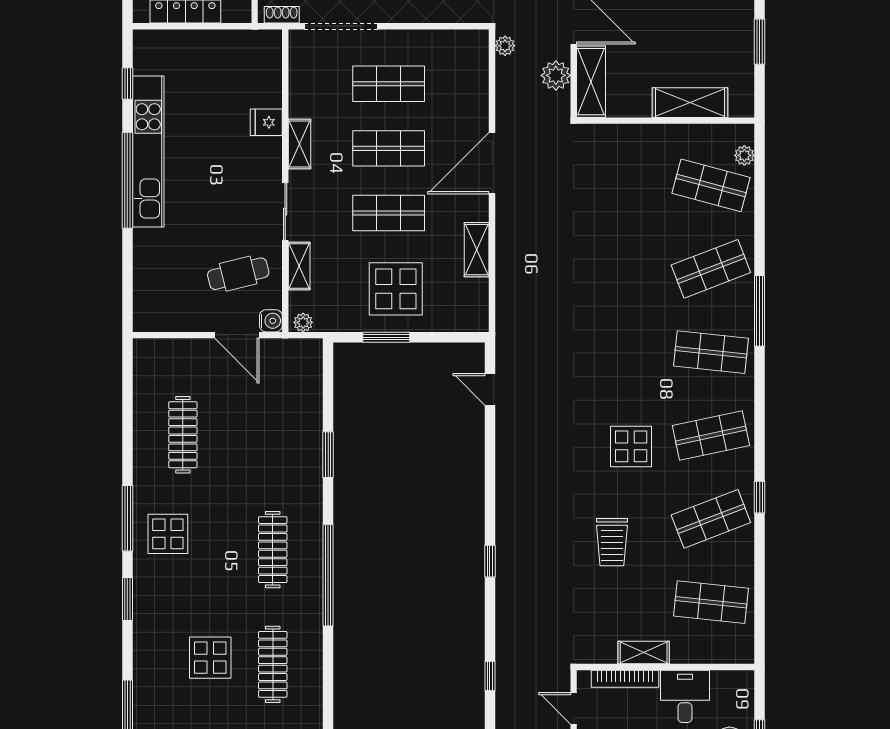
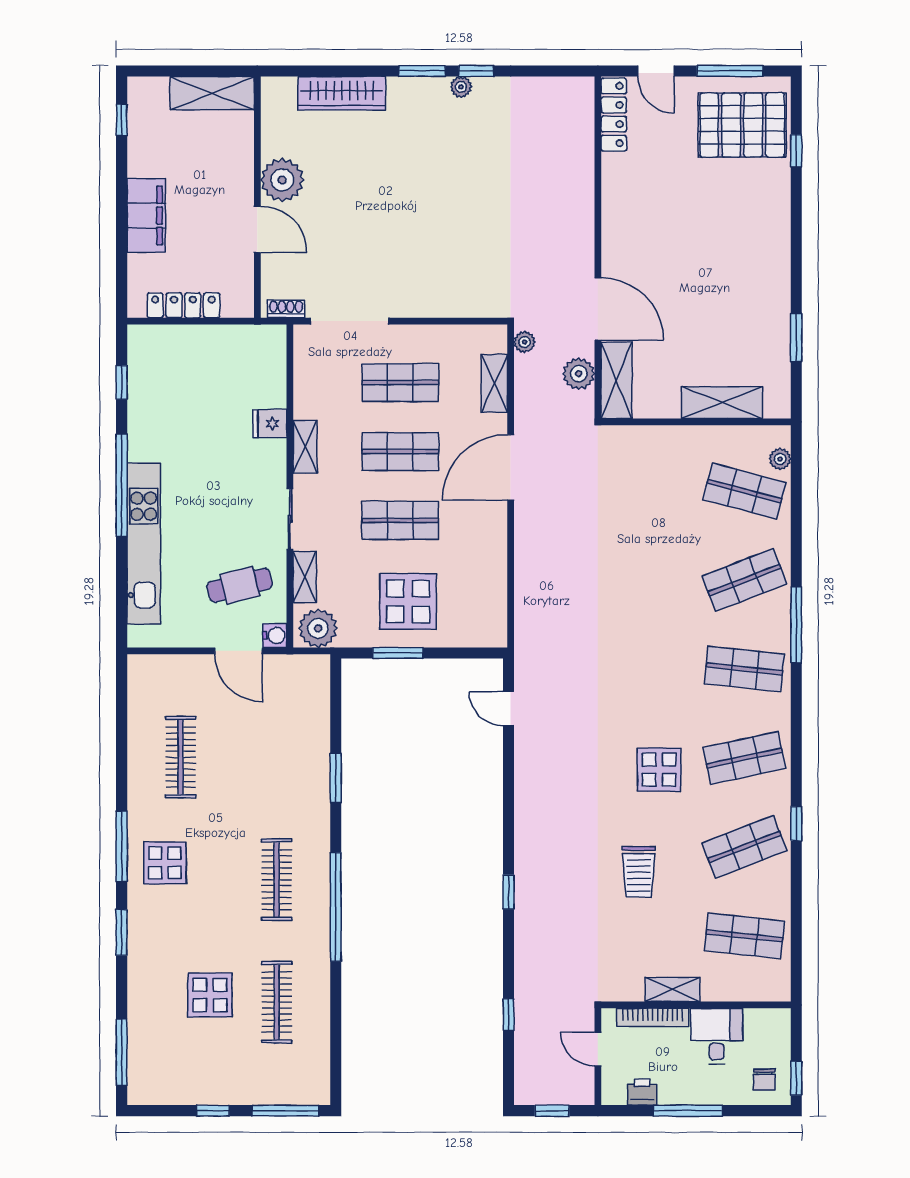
kitchen unit: (148, 152) -> (144, 543), moved
shelving: (477, 250) -> (494, 383), moved
plant: (303, 322) -> (318, 628), width x1.88, depth x1.88

